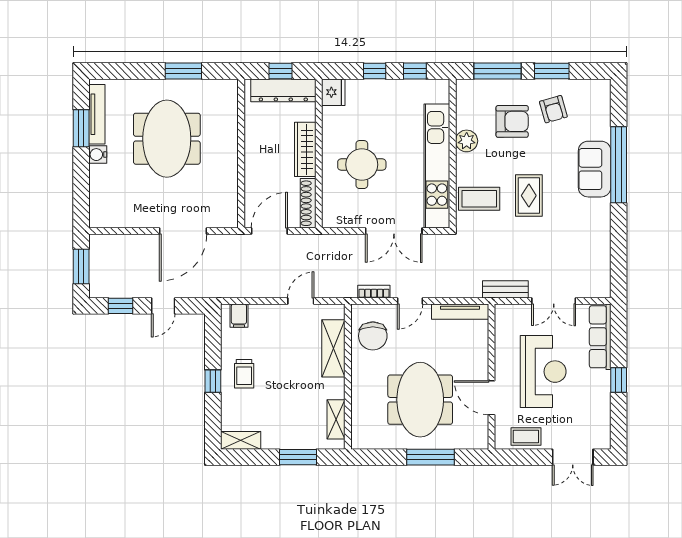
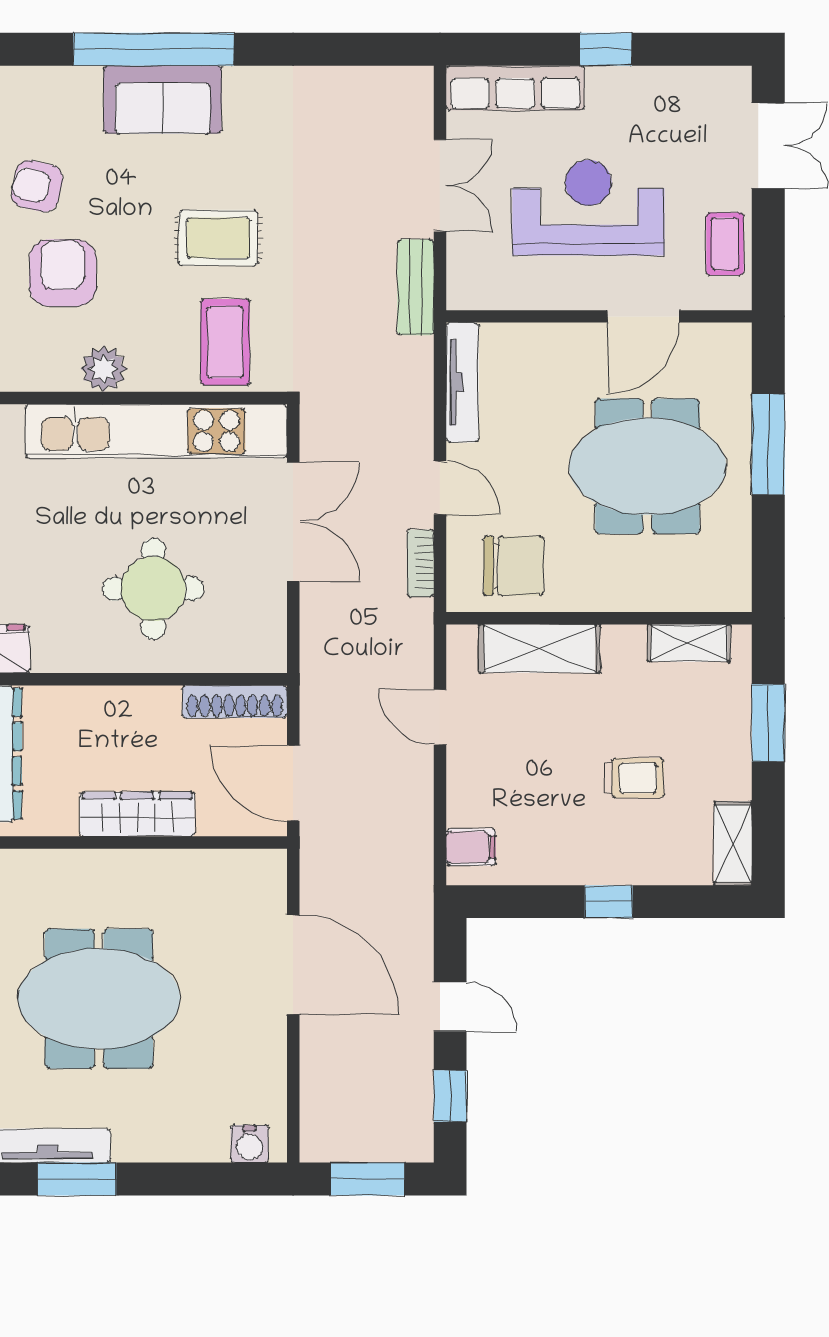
armchair: (553, 109) -> (37, 186), turned -151
wardrobe: (305, 149) -> (137, 814), moved, turned 180
water cooler: (98, 155) -> (249, 1144), moved
trolley: (244, 374) -> (634, 778), moved

